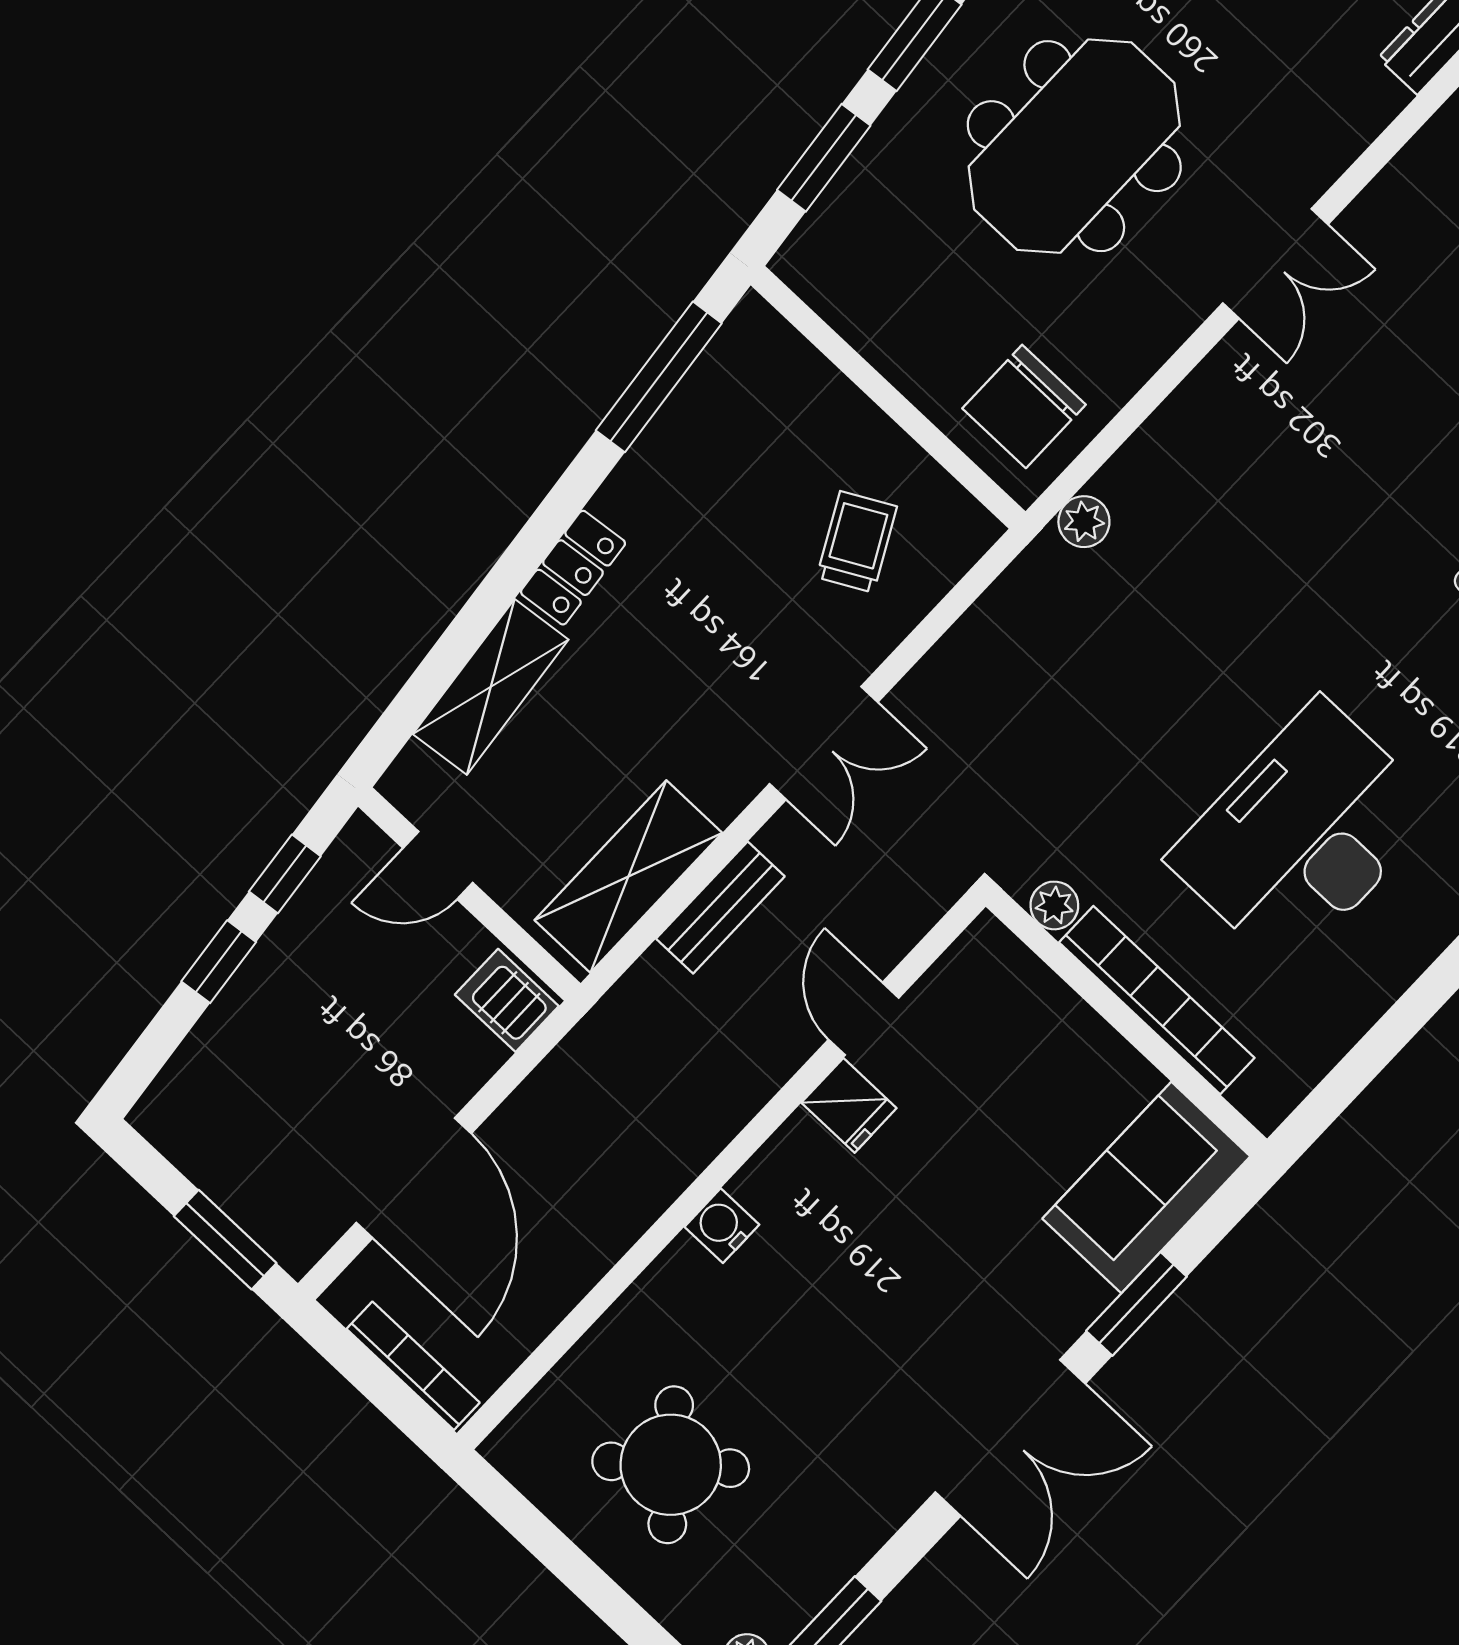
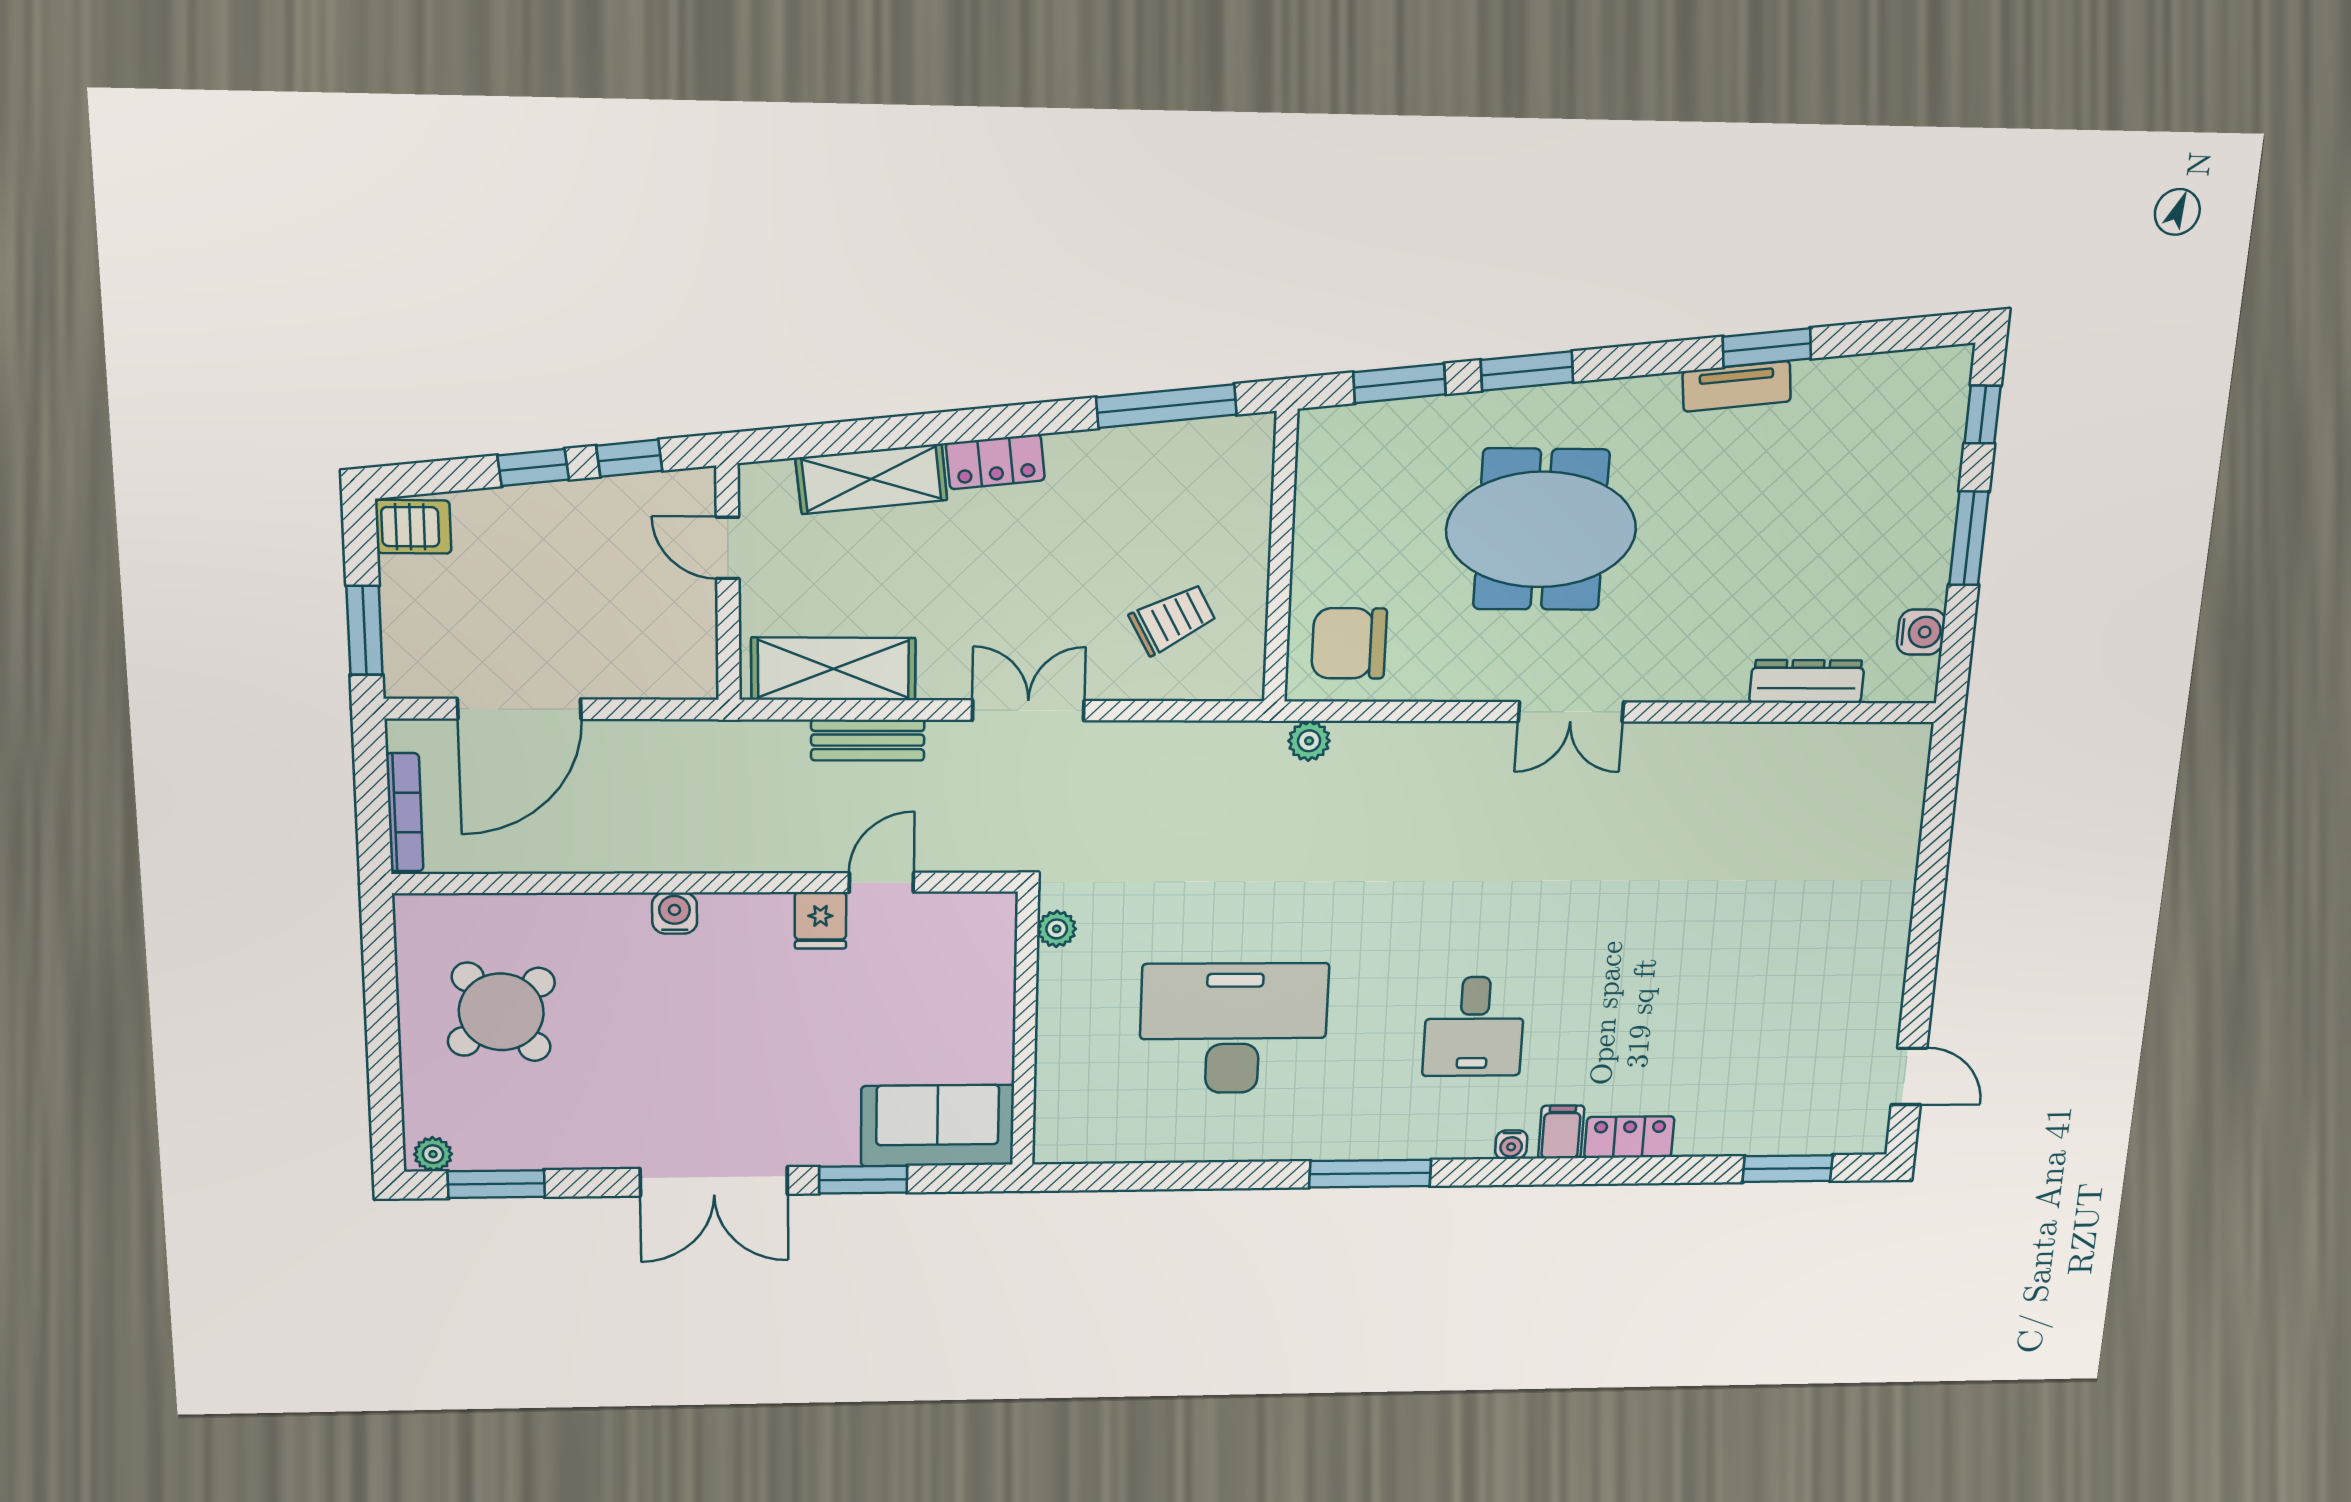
double door: (824, 743) -> (1028, 710), swing flipped
server rack: (507, 1000) -> (413, 527), moved, turned 90
bookcase: (1157, 1000) -> (1055, 1035), removed

